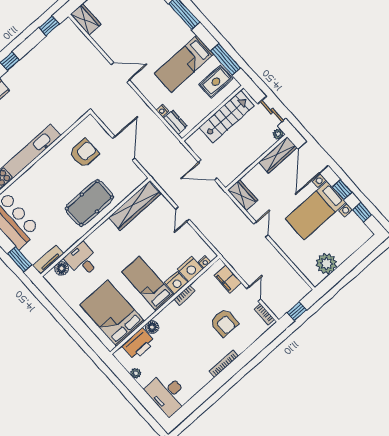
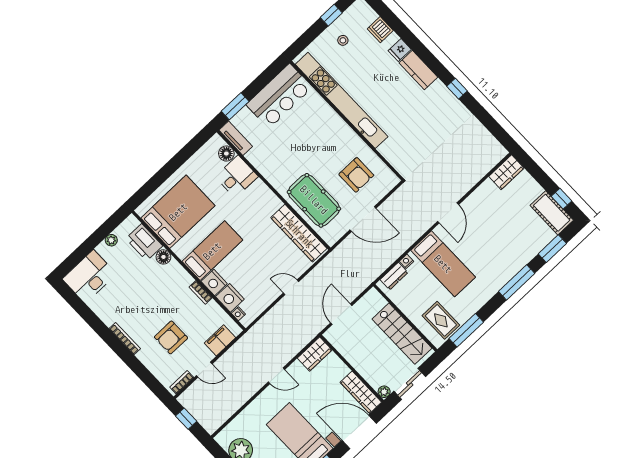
window: (49, 26) -> (498, 132), removed
bed: (184, 64) -> (443, 264), moved, turned 180
pool table: (89, 203) -> (314, 200), moved

